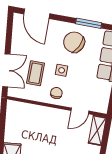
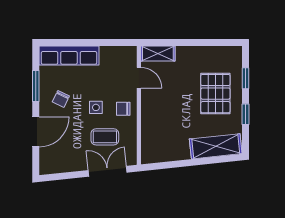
door: (37, 14) -> (36, 132), moved
chair: (74, 42) -> (61, 99), width x0.54, depth x0.54

